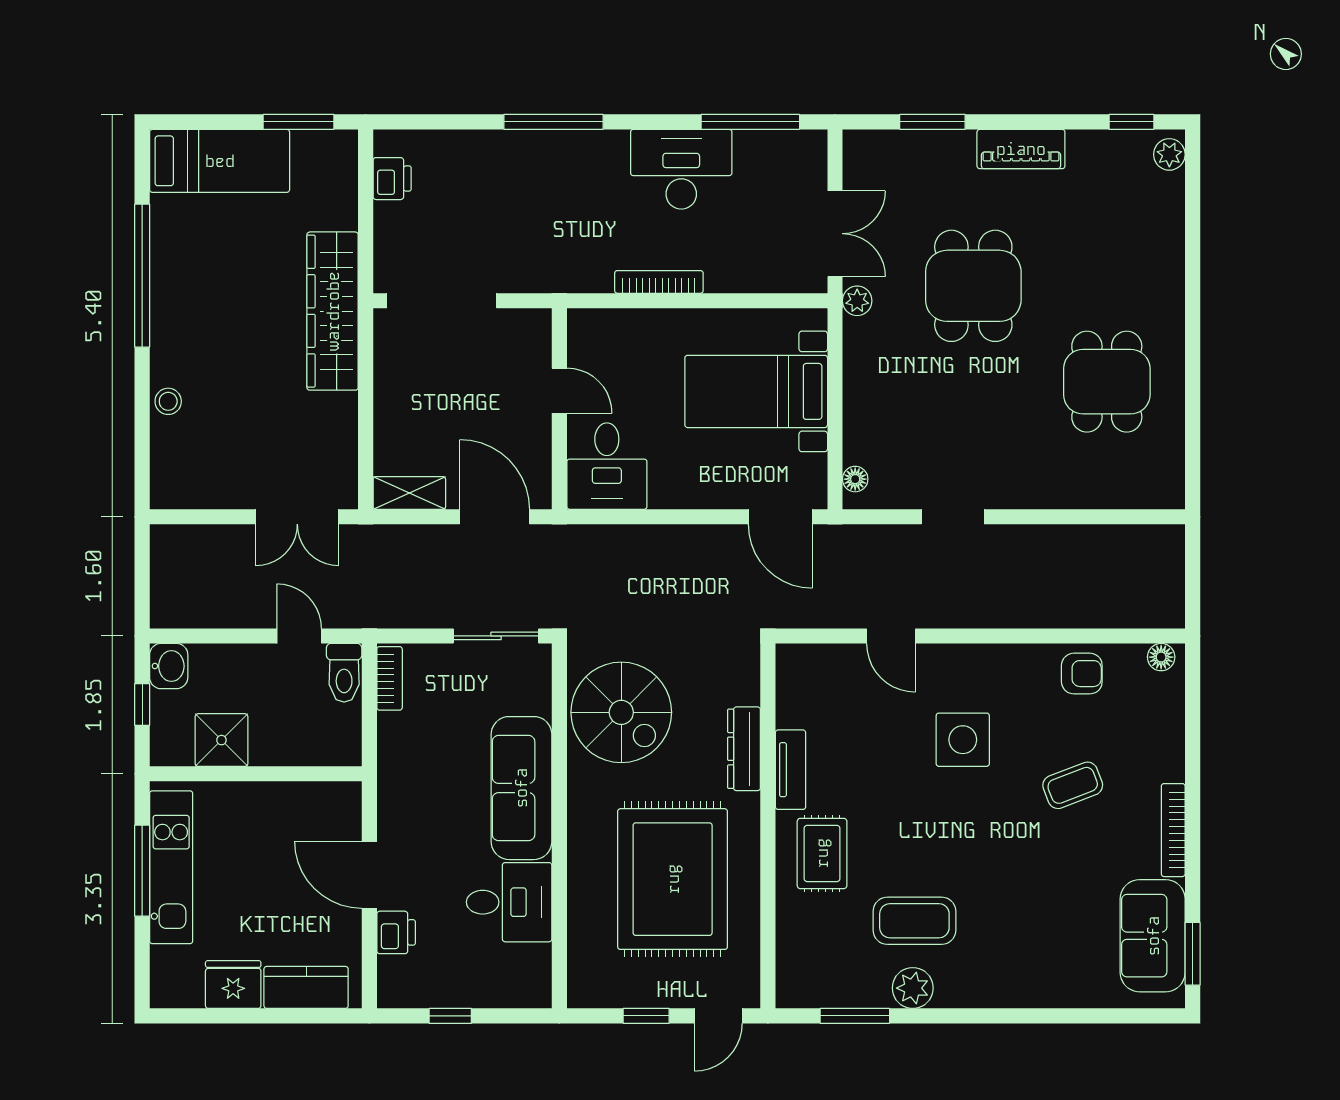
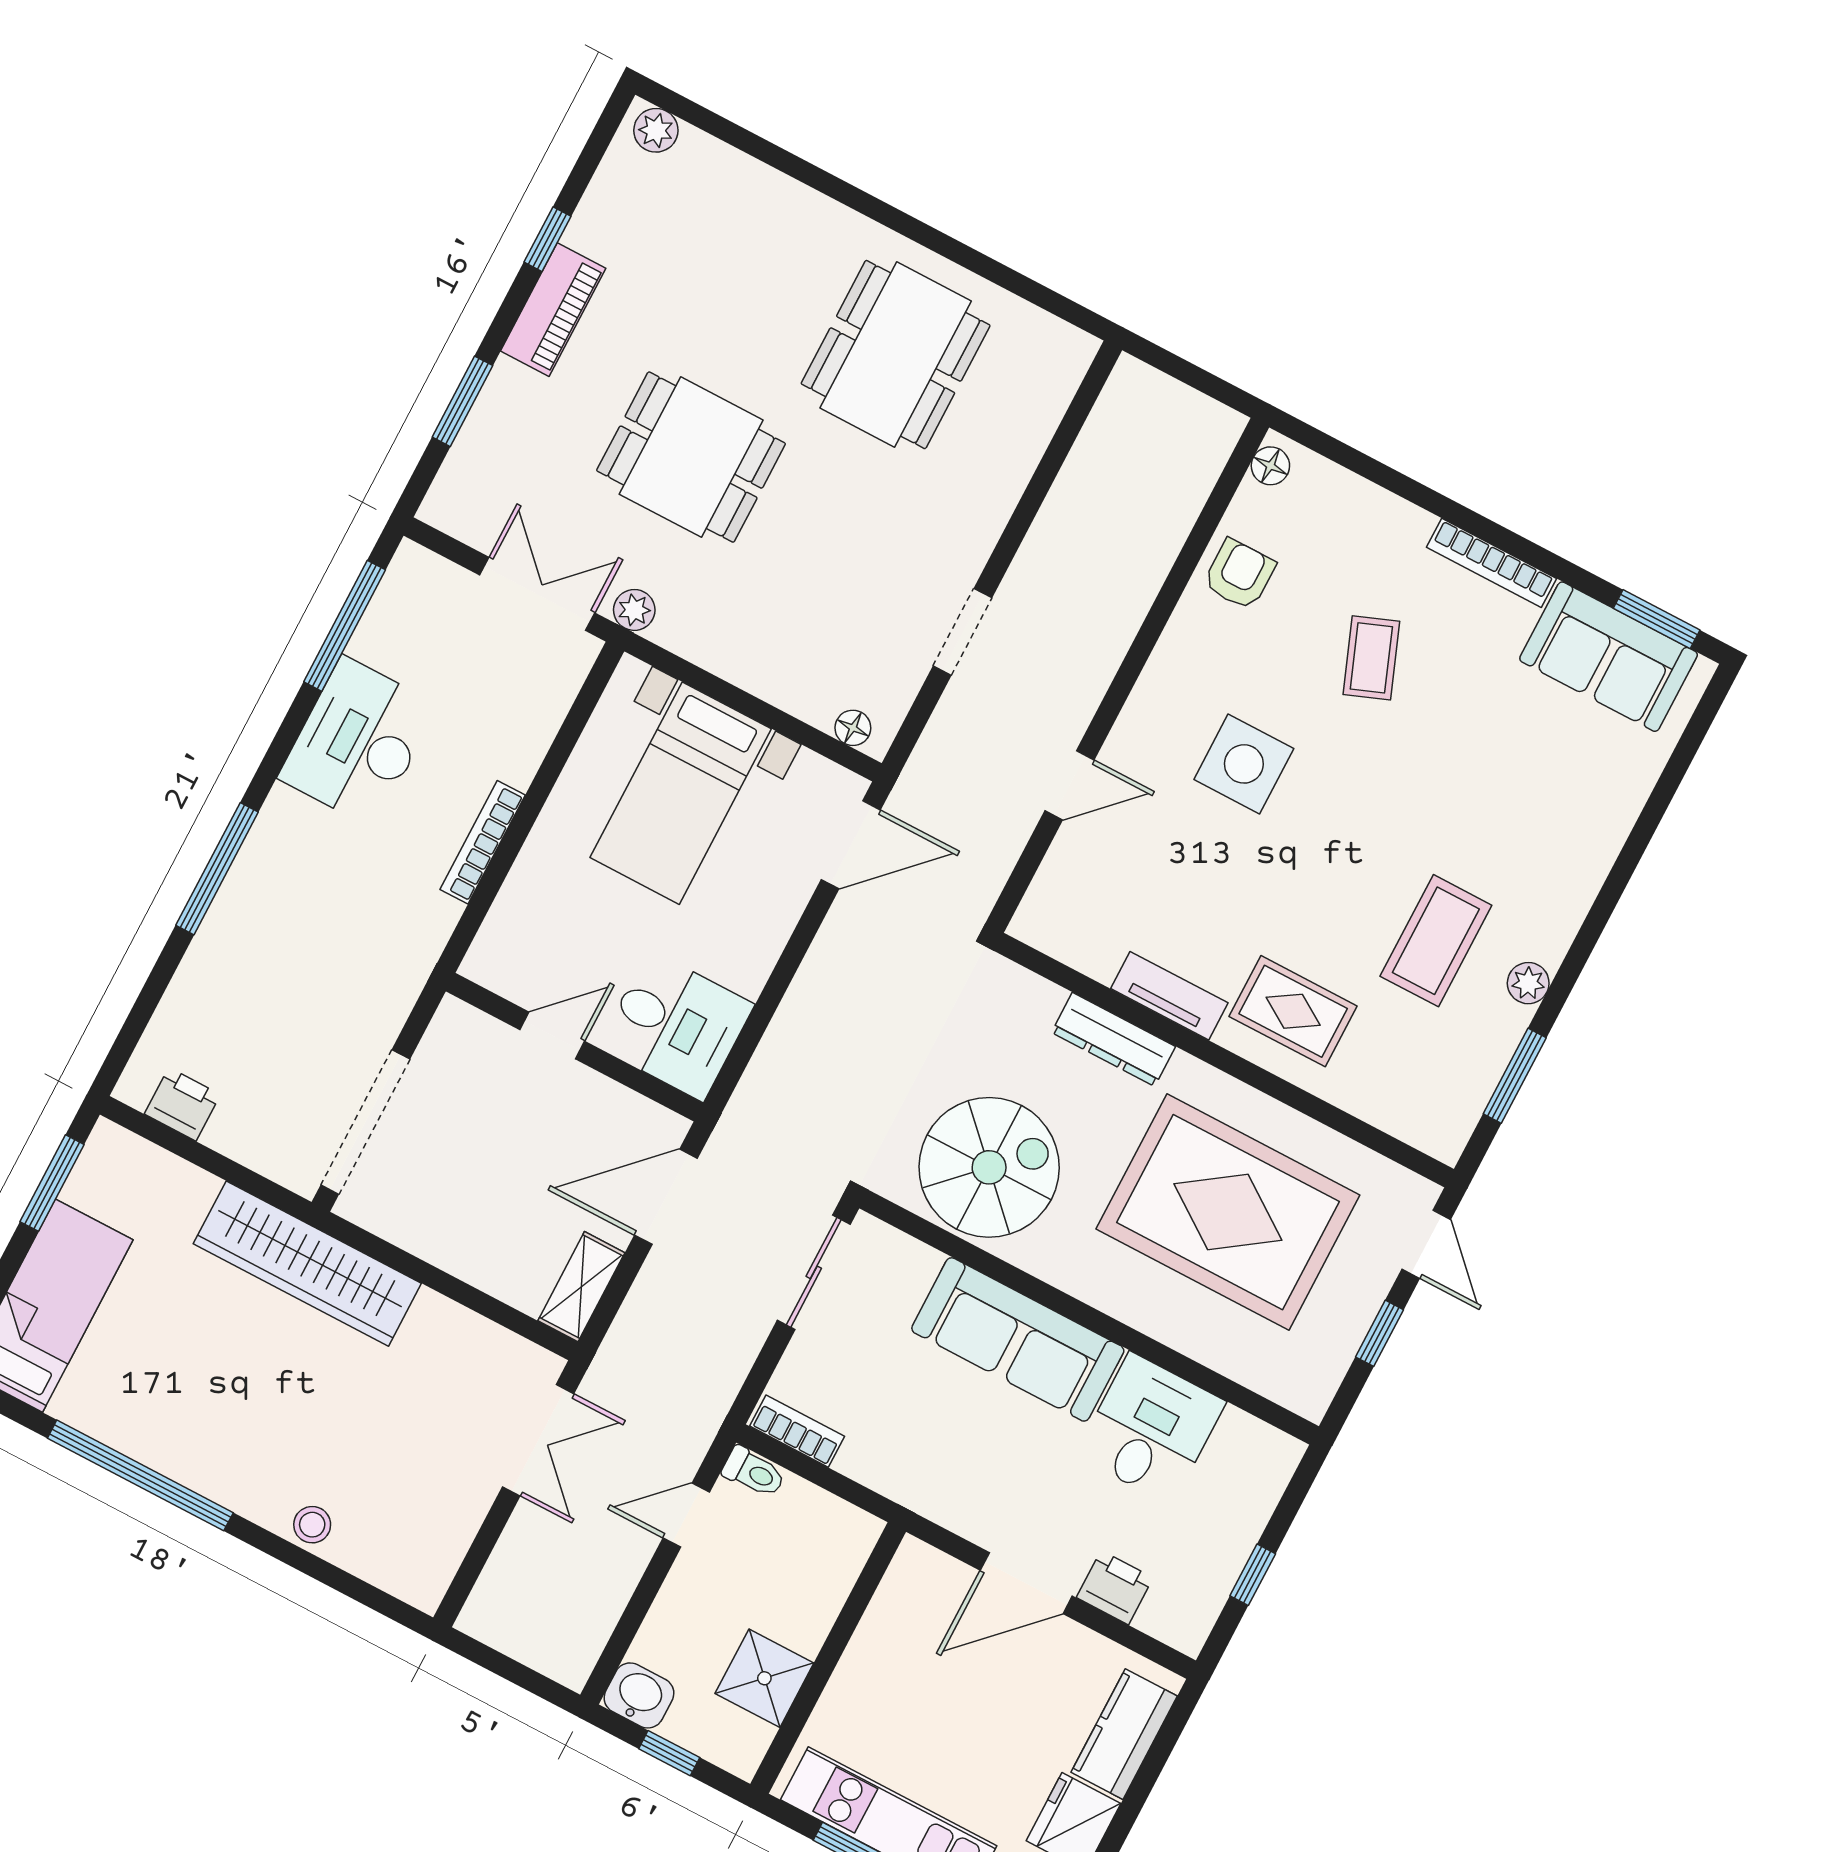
window: (1131, 122) -> (548, 239), moved
dining table: (1107, 382) -> (896, 355), width x1.38
toilet: (344, 673) -> (754, 1472), width x0.73, depth x0.72
plant: (913, 988) -> (1528, 983), width x0.73, depth x0.73

